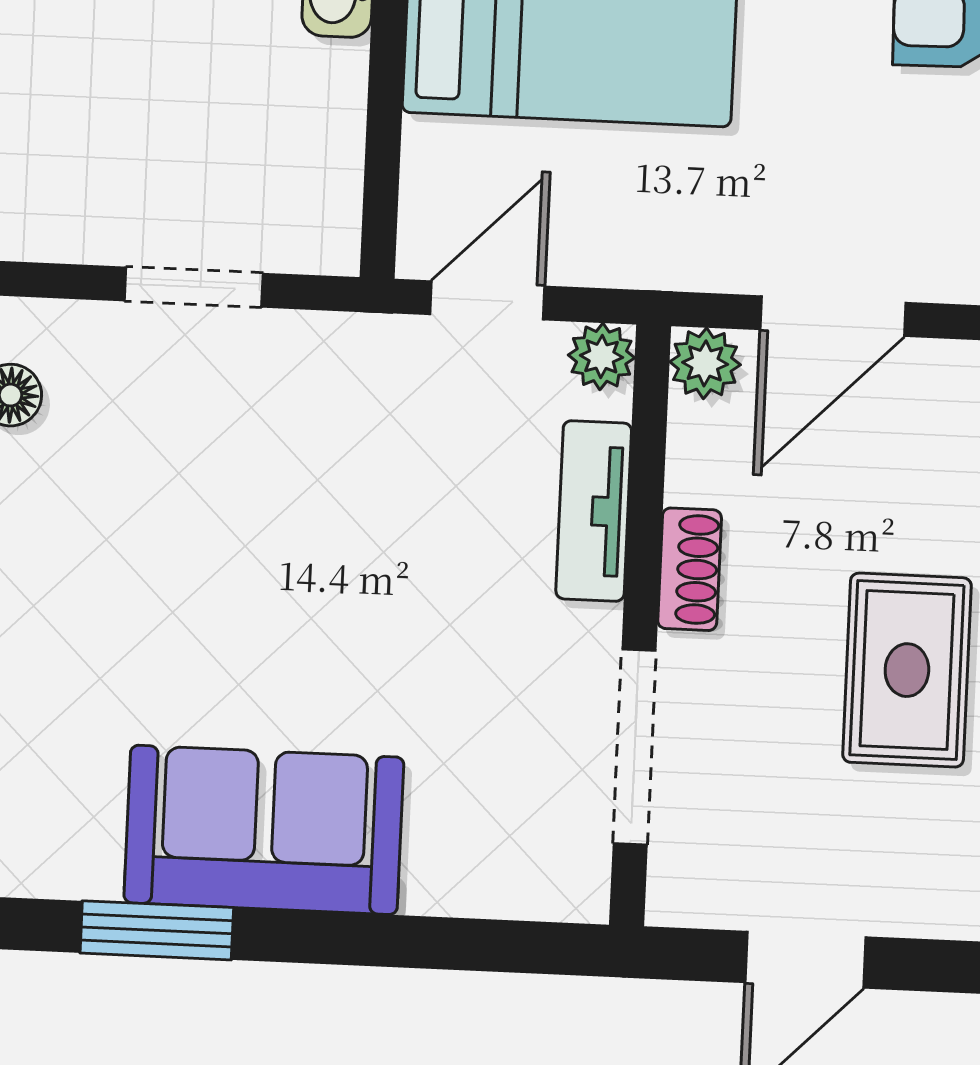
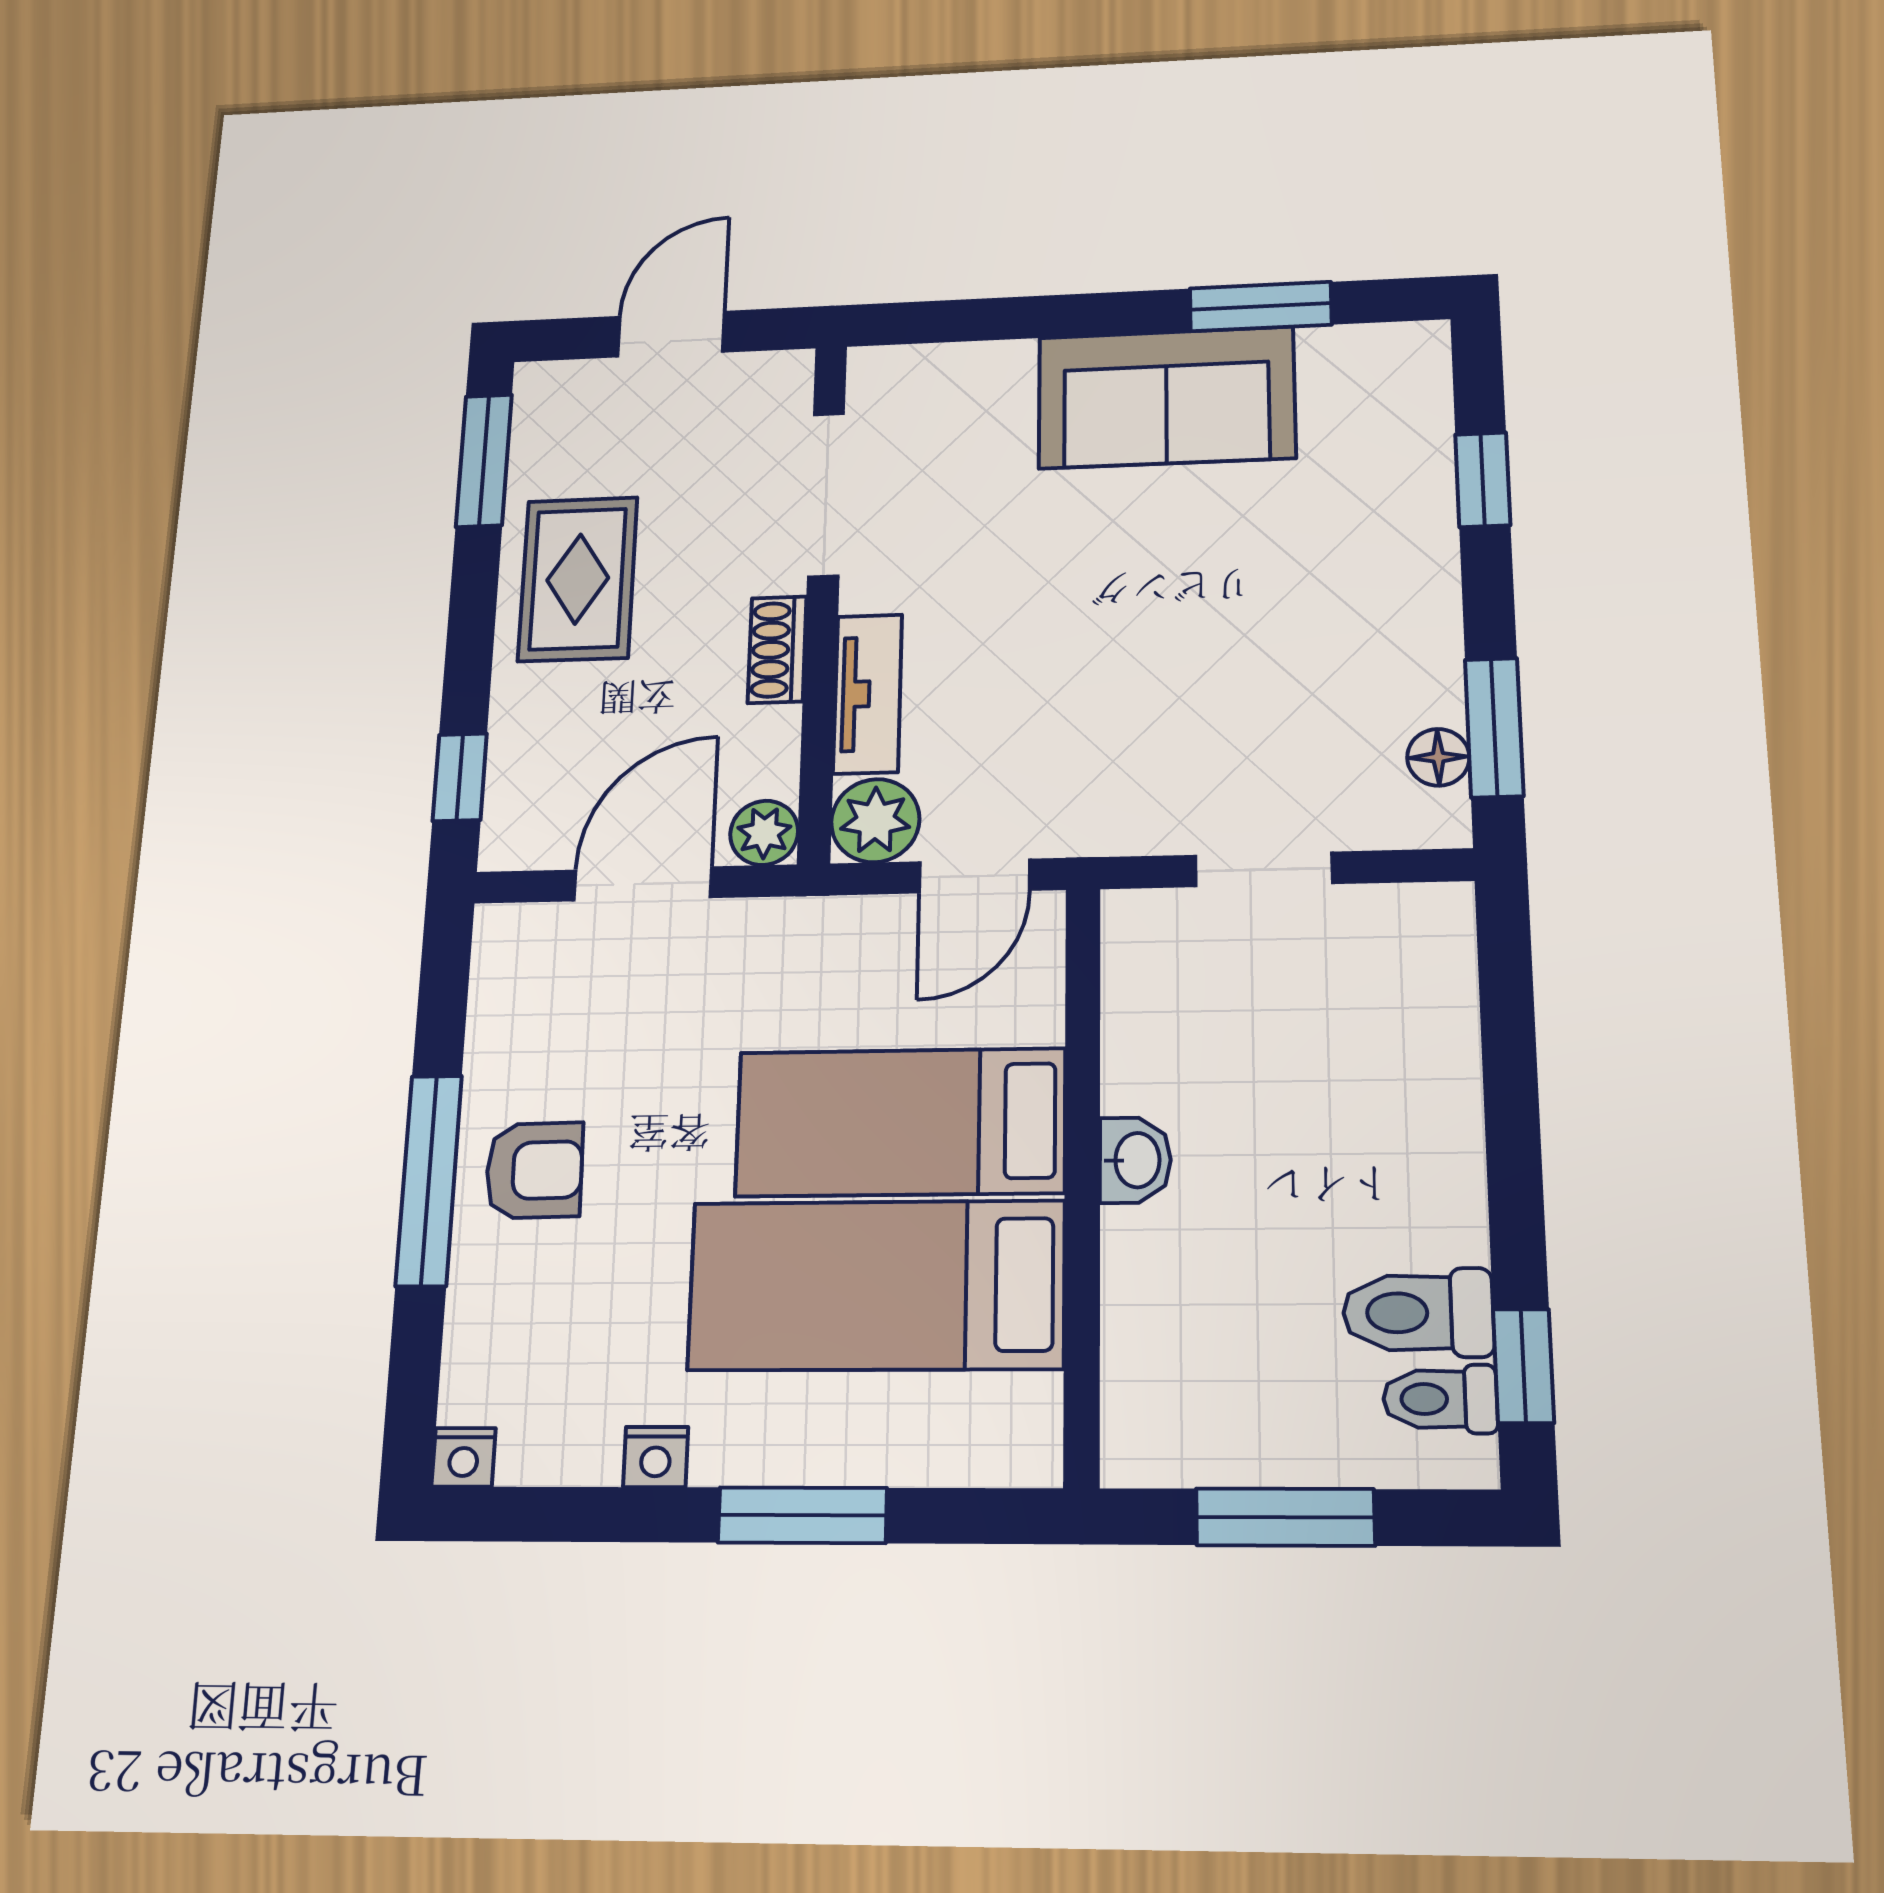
plant: (601, 356) -> (875, 821), width x1.38, depth x1.38

